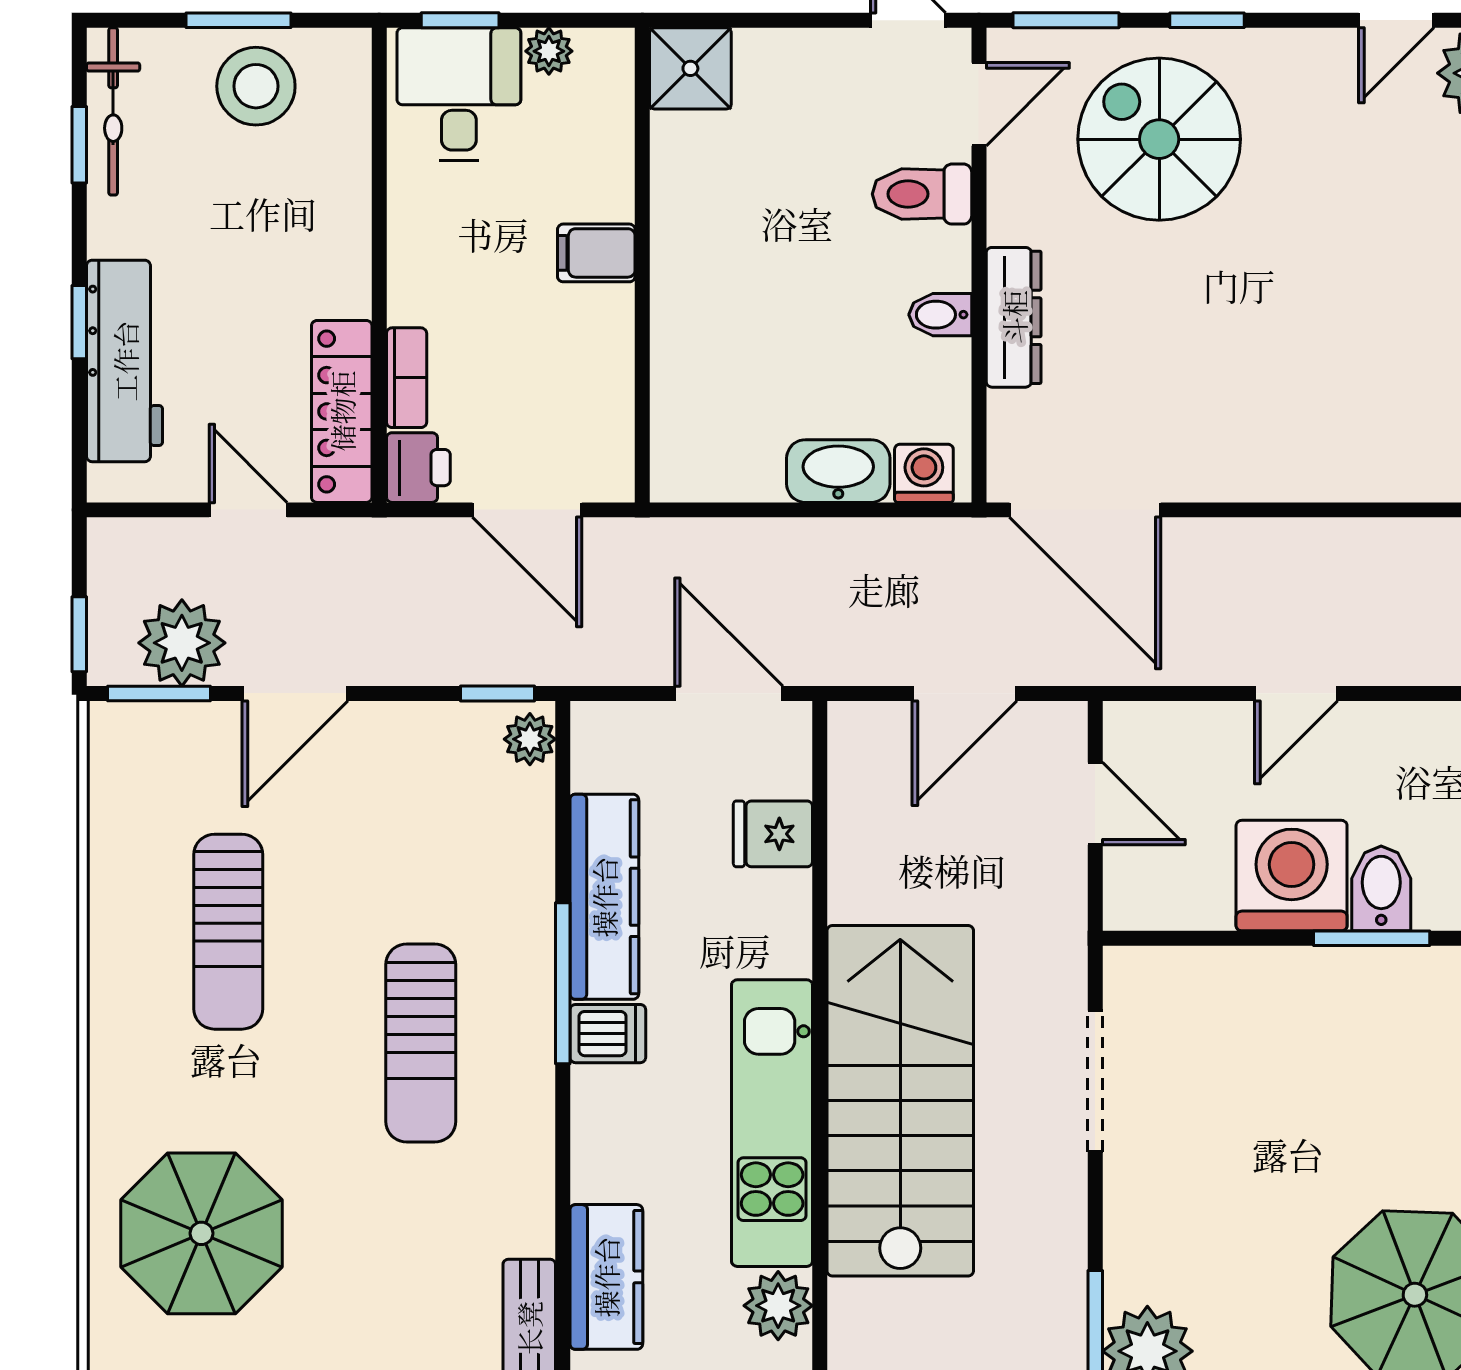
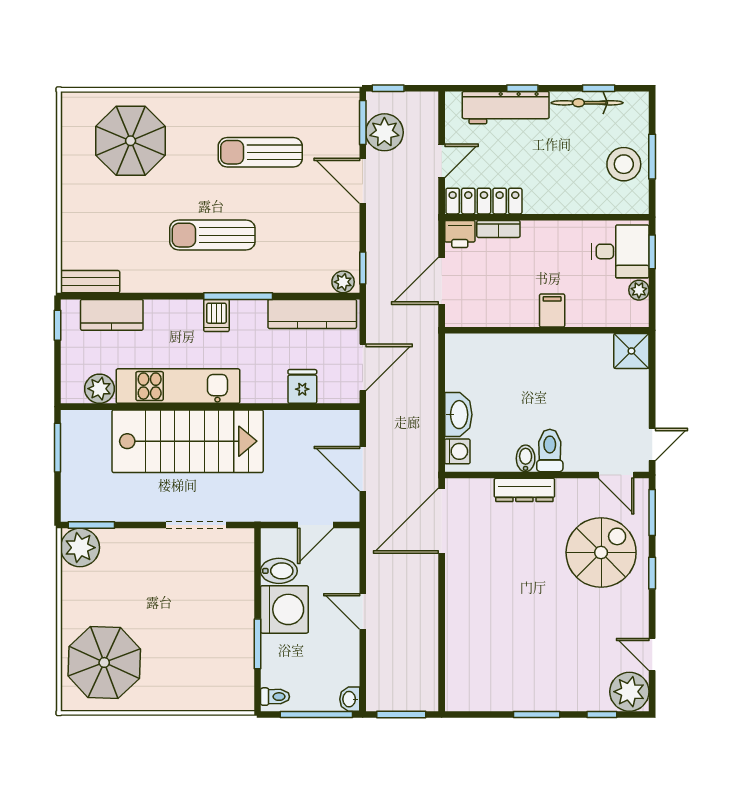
bicycle: (113, 111) -> (587, 103), moved
toilet: (922, 194) -> (550, 451), moved
bidet: (1381, 888) -> (279, 571), moved
kitchen counter: (604, 897) -> (312, 314), moved

